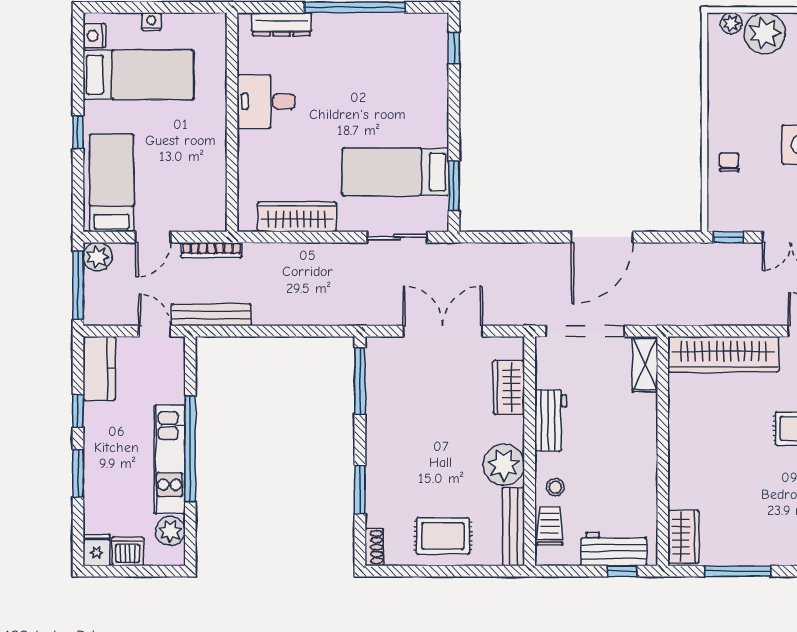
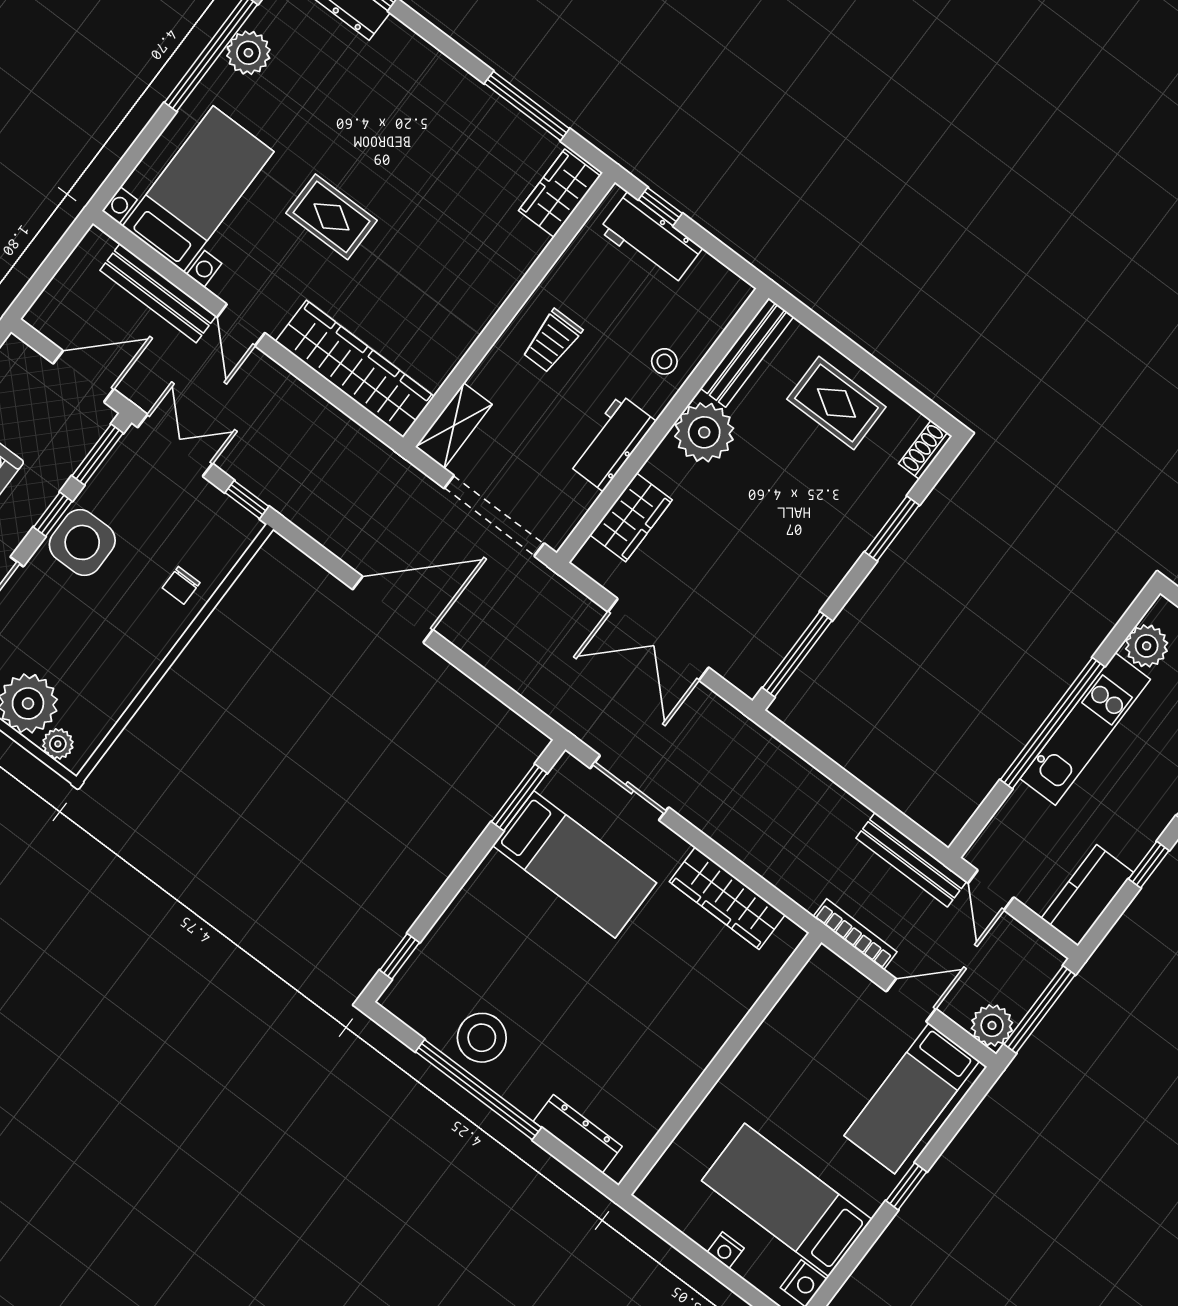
stool: (375, 37) -> (482, 1038), added
desk: (266, 101) -> (663, 1058), removed
trolley: (550, 526) -> (552, 341), moved

